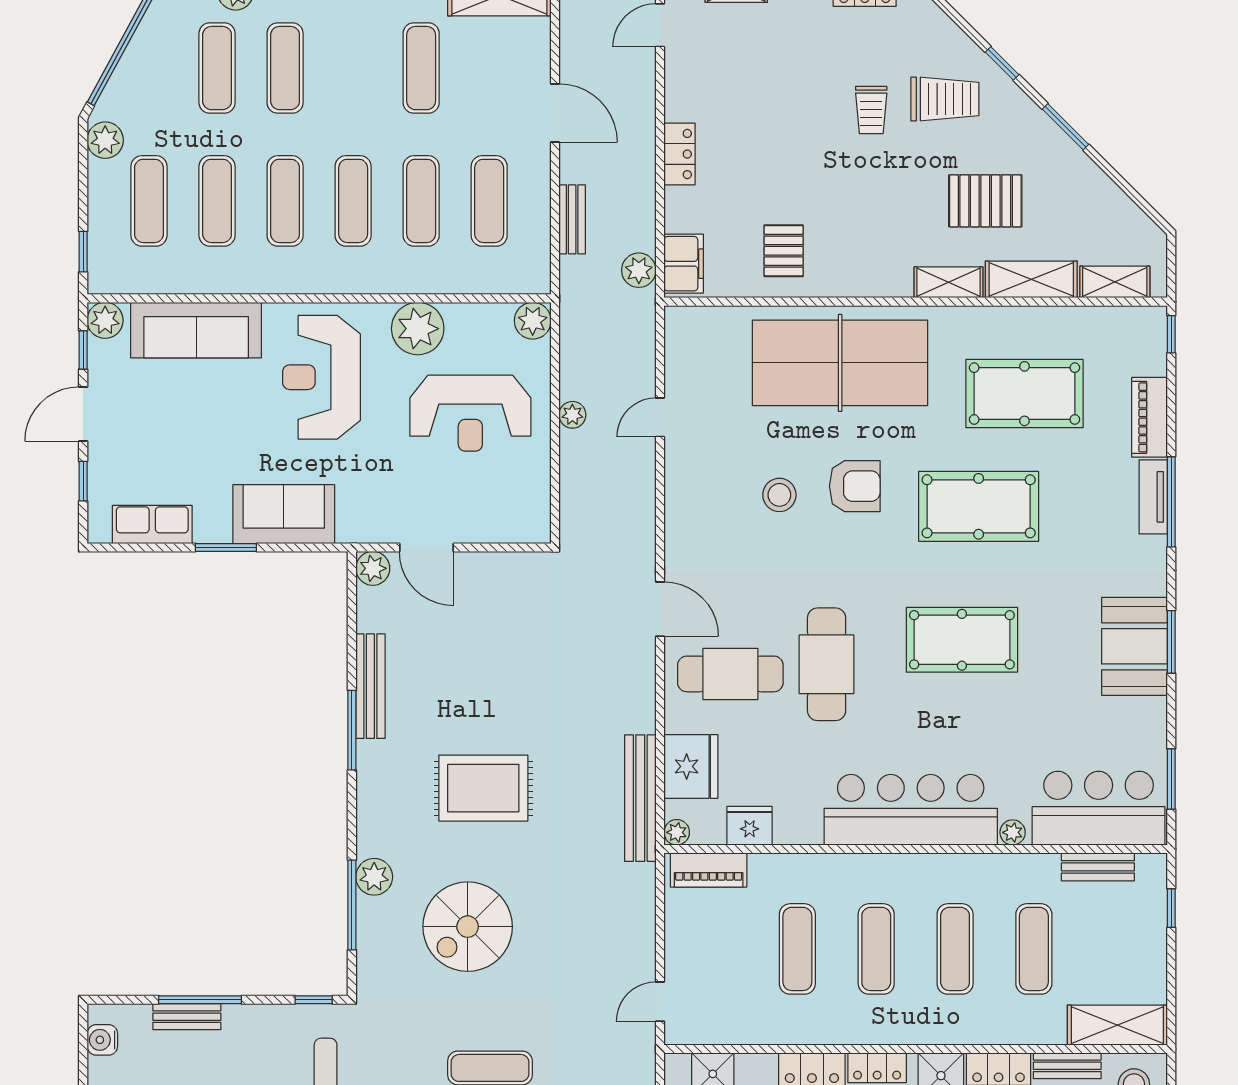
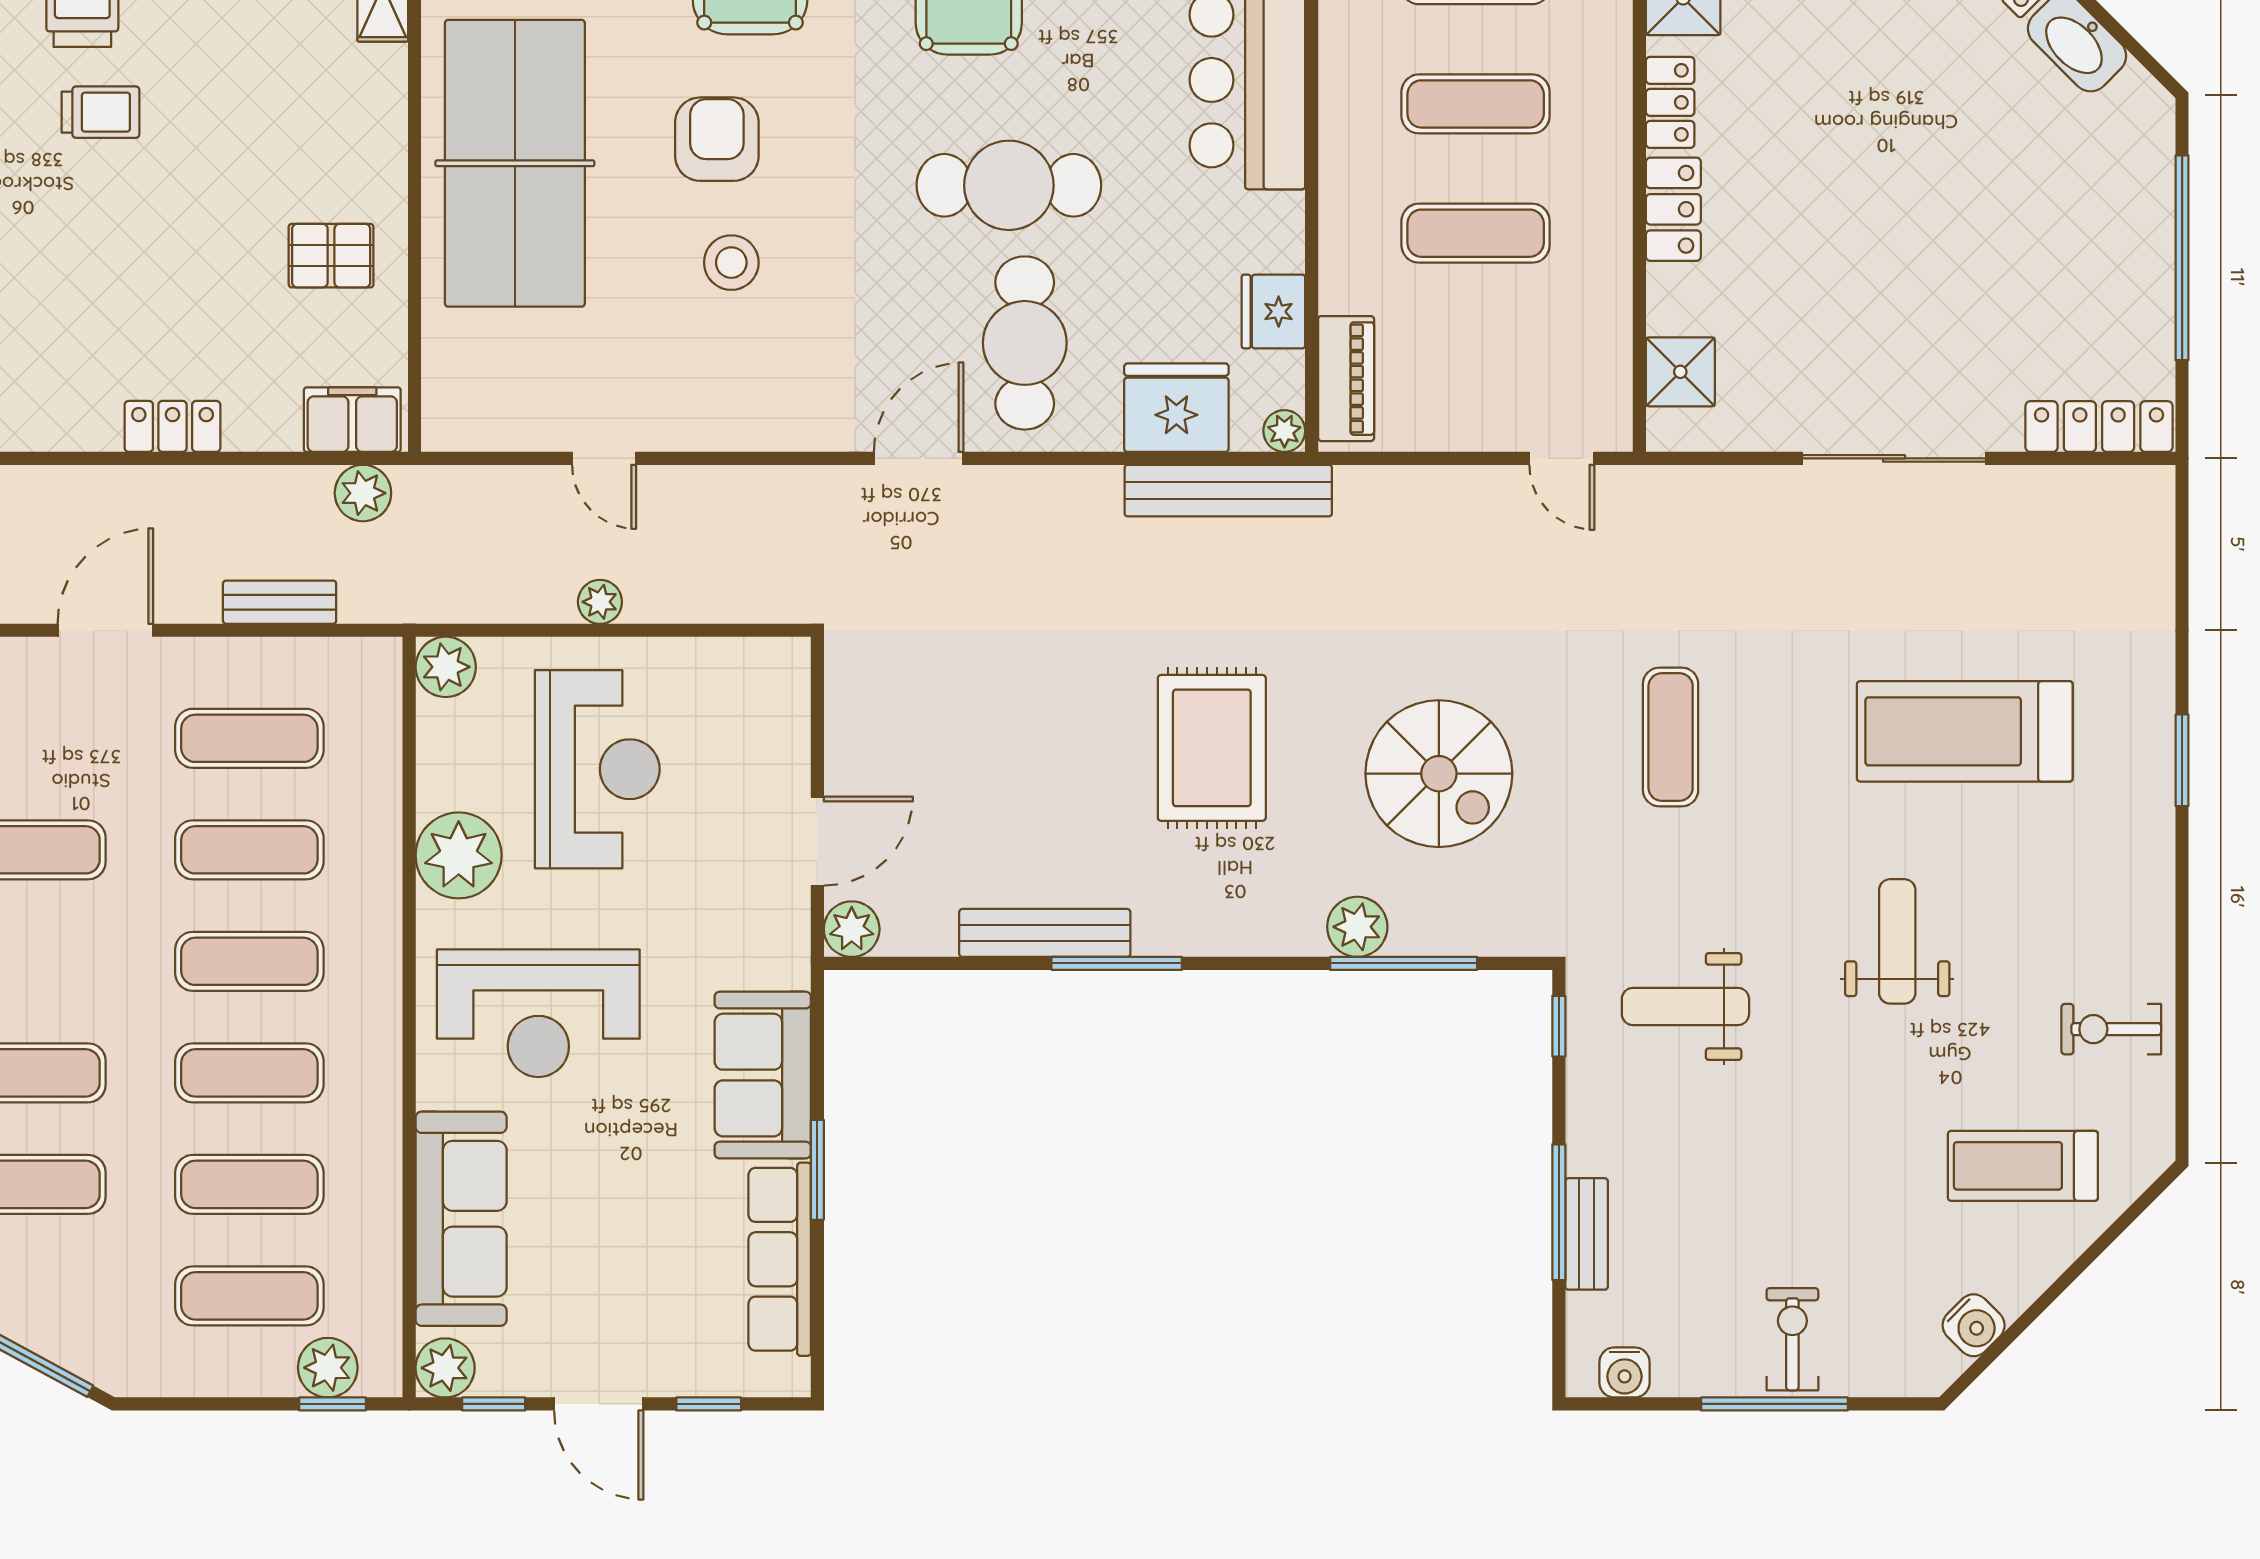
plant: (105, 140) -> (328, 1368), moved
row of seats: (152, 524) -> (780, 1259), width x1.48

